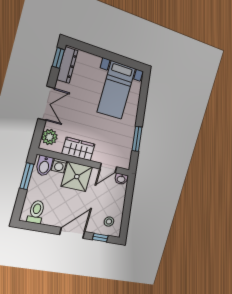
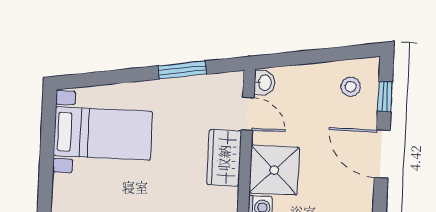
wardrobe: (78, 149) -> (224, 158), moved

